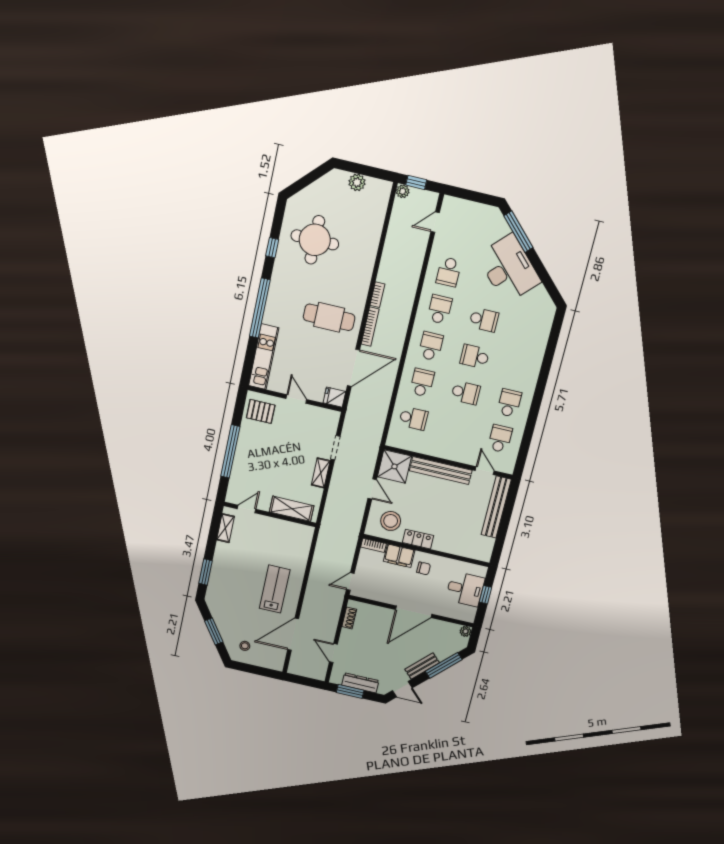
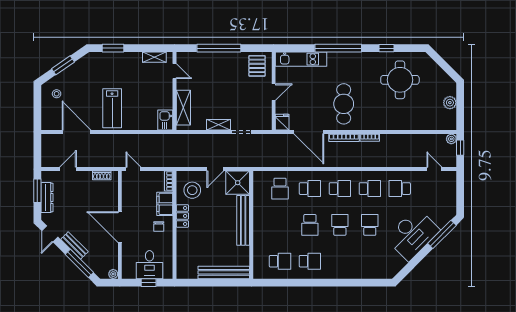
school desk: (484, 320) -> (370, 225), turned 180
door: (485, 471) -> (251, 256), removed
kitchen sink: (301, 533) -> (165, 120), added
lab bench: (275, 589) -> (112, 108), turned 90

